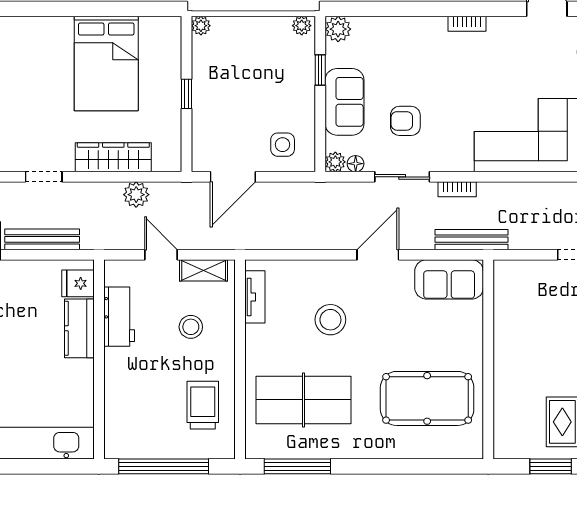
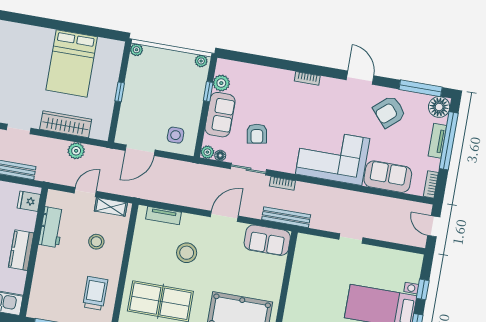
plant: (338, 29) -> (221, 83), moved
armchair: (405, 121) -> (257, 134), turned -100
door: (161, 255) -> (85, 192), hinge flipped
tv unit: (255, 297) -> (164, 216), moved, turned 90
kitchen counter: (79, 328) -> (21, 250), moved

